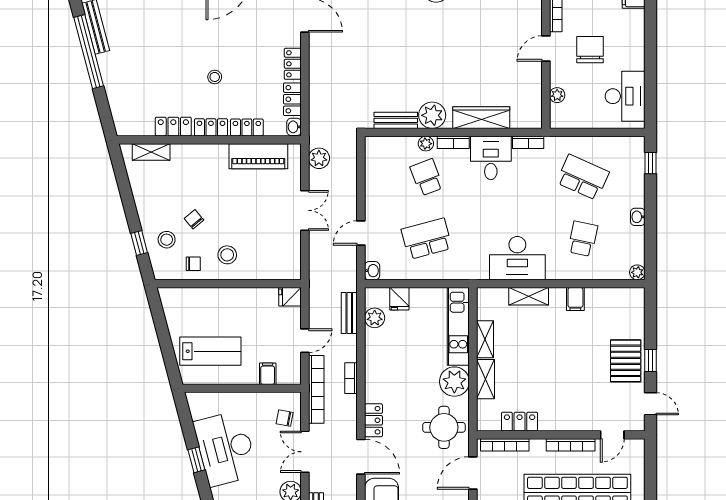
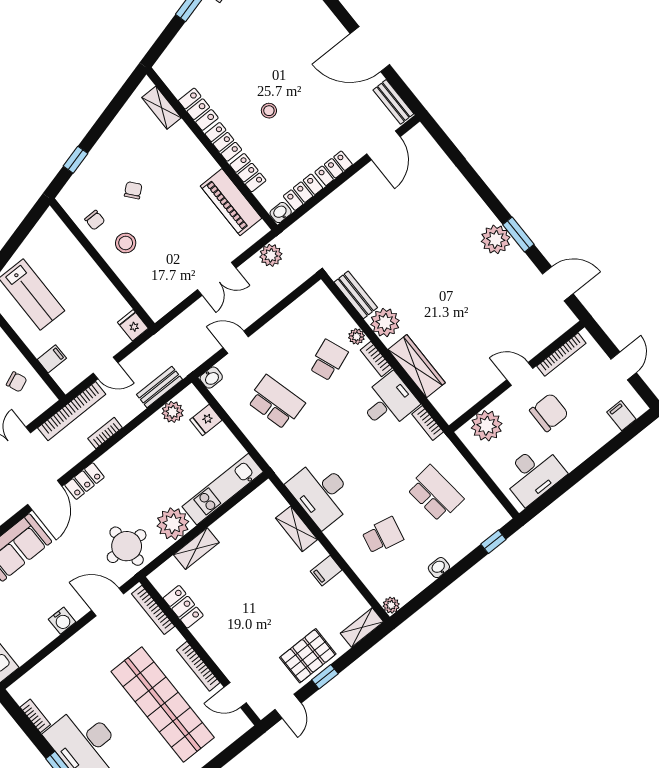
plant: (557, 95) -> (487, 426), width x1.88, depth x1.88
school desk: (583, 177) -> (435, 494), turned -30
stool: (167, 240) -> (97, 181), removed
shelving: (485, 339) -> (362, 627), moved
chair: (285, 418) -> (17, 382), moved, turned 146

